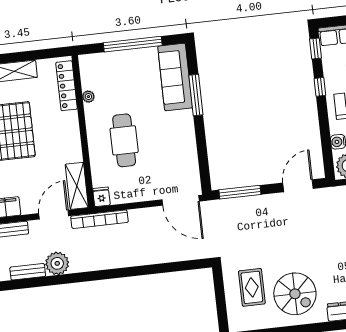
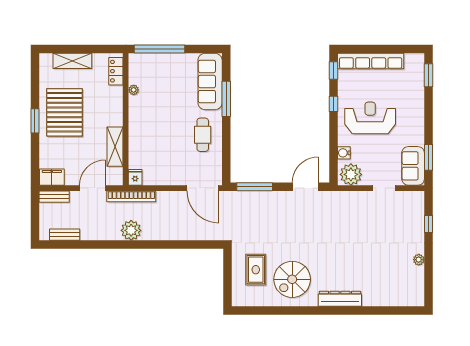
window: (133, 44) -> (160, 49), moved
locker: (67, 86) -> (116, 71), width x0.66
cafe table: (124, 140) -> (203, 135), moved, width x0.73, depth x0.74
shelving: (77, 186) -> (115, 147), moved
plant: (57, 263) -> (131, 230), moved
spiral stairs: (295, 294) -> (292, 279), turned 90

